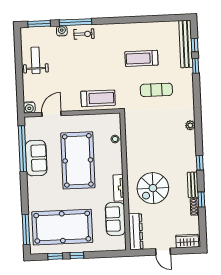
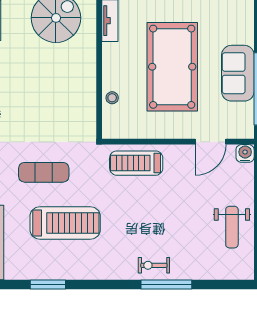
window: (39, 24) -> (48, 285), moved
water cooler: (62, 31) -> (189, 272), removed
treadmill: (141, 58) -> (65, 223), width x1.37, depth x1.38

